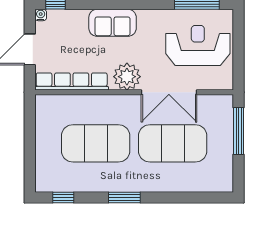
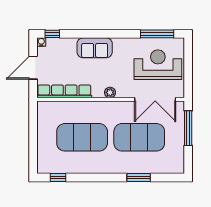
plant: (127, 77) -> (110, 92), width x0.53, depth x0.53
double door: (169, 92) -> (155, 99), moved
window: (124, 198) -> (139, 177), moved

